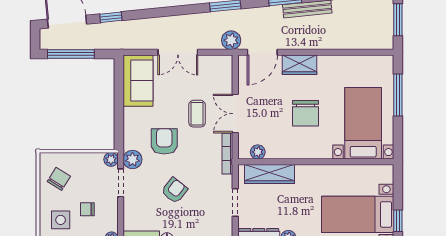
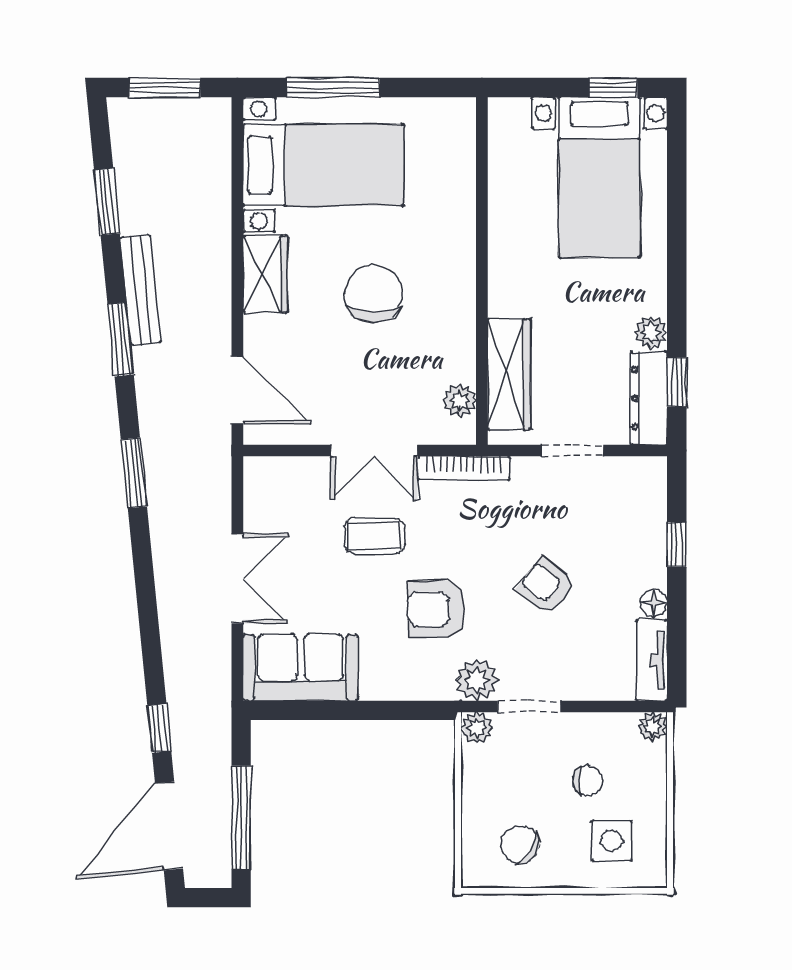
plant: (231, 40) -> (210, 460), removed
wardrobe: (299, 65) -> (265, 274), moved
chair: (305, 113) -> (373, 294), turned -90
bed with nightstands: (363, 123) -> (323, 165), moved, turned 180
chair: (87, 209) -> (588, 781), turned -90

